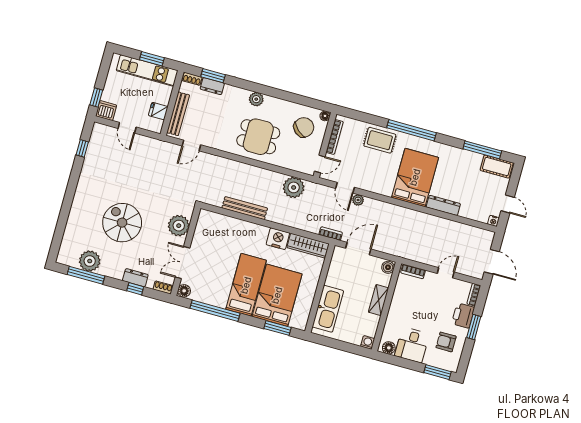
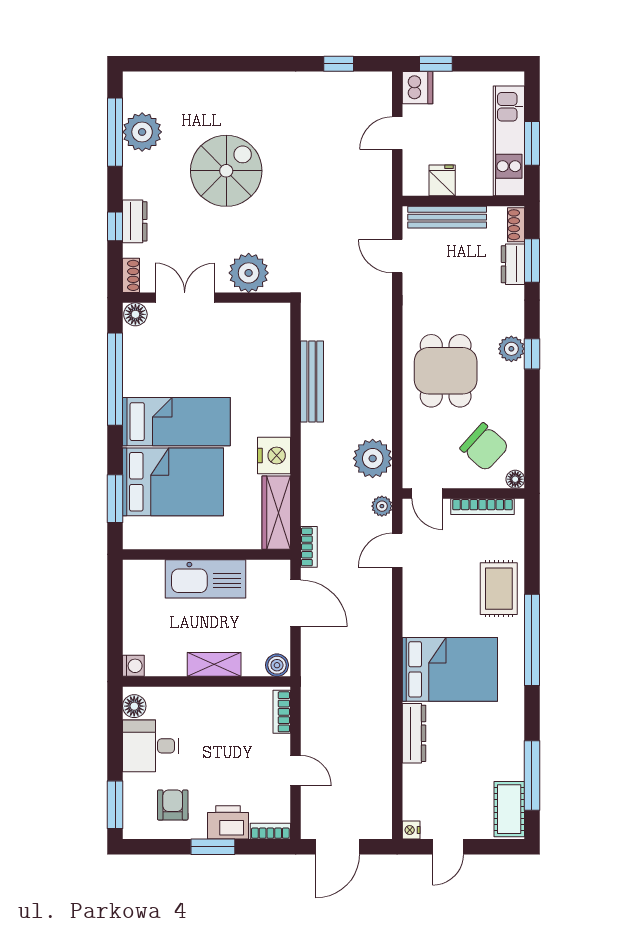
window: (262, 89) -> (532, 354), added
plant: (358, 200) -> (382, 506), moved
kitchen sink: (328, 309) -> (205, 579), moved

